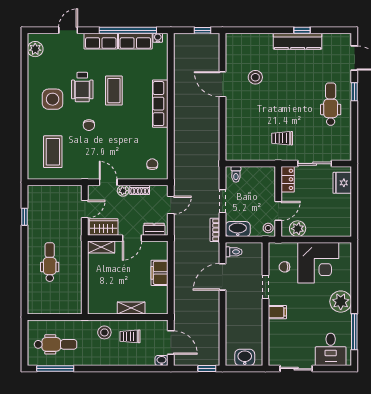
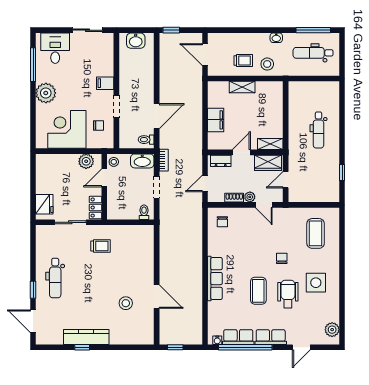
washbasin: (162, 361) -> (276, 38), moved

